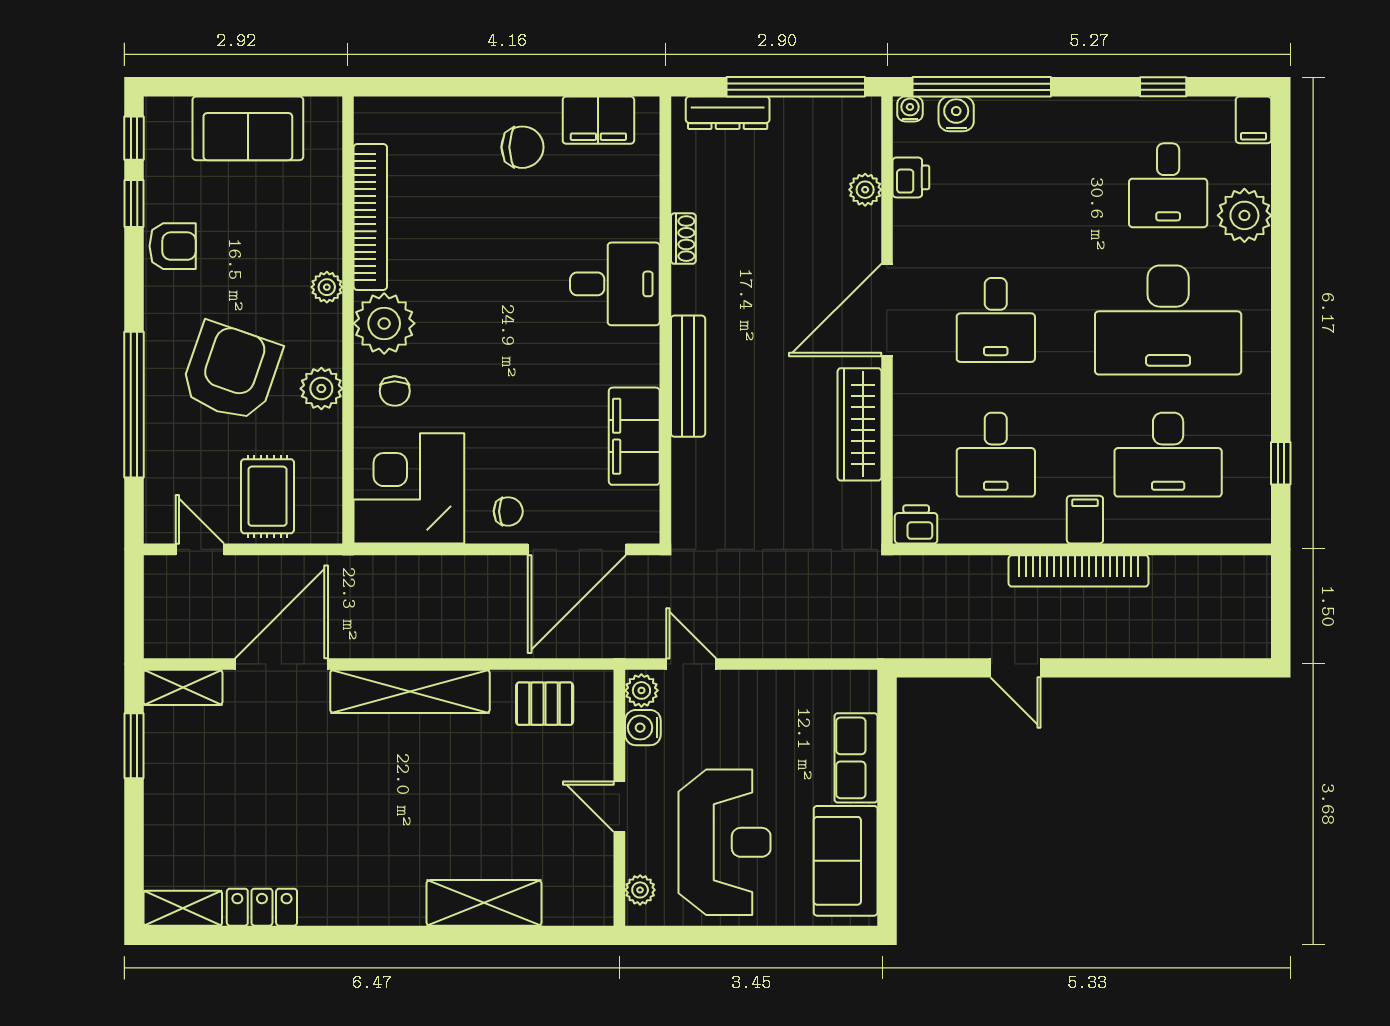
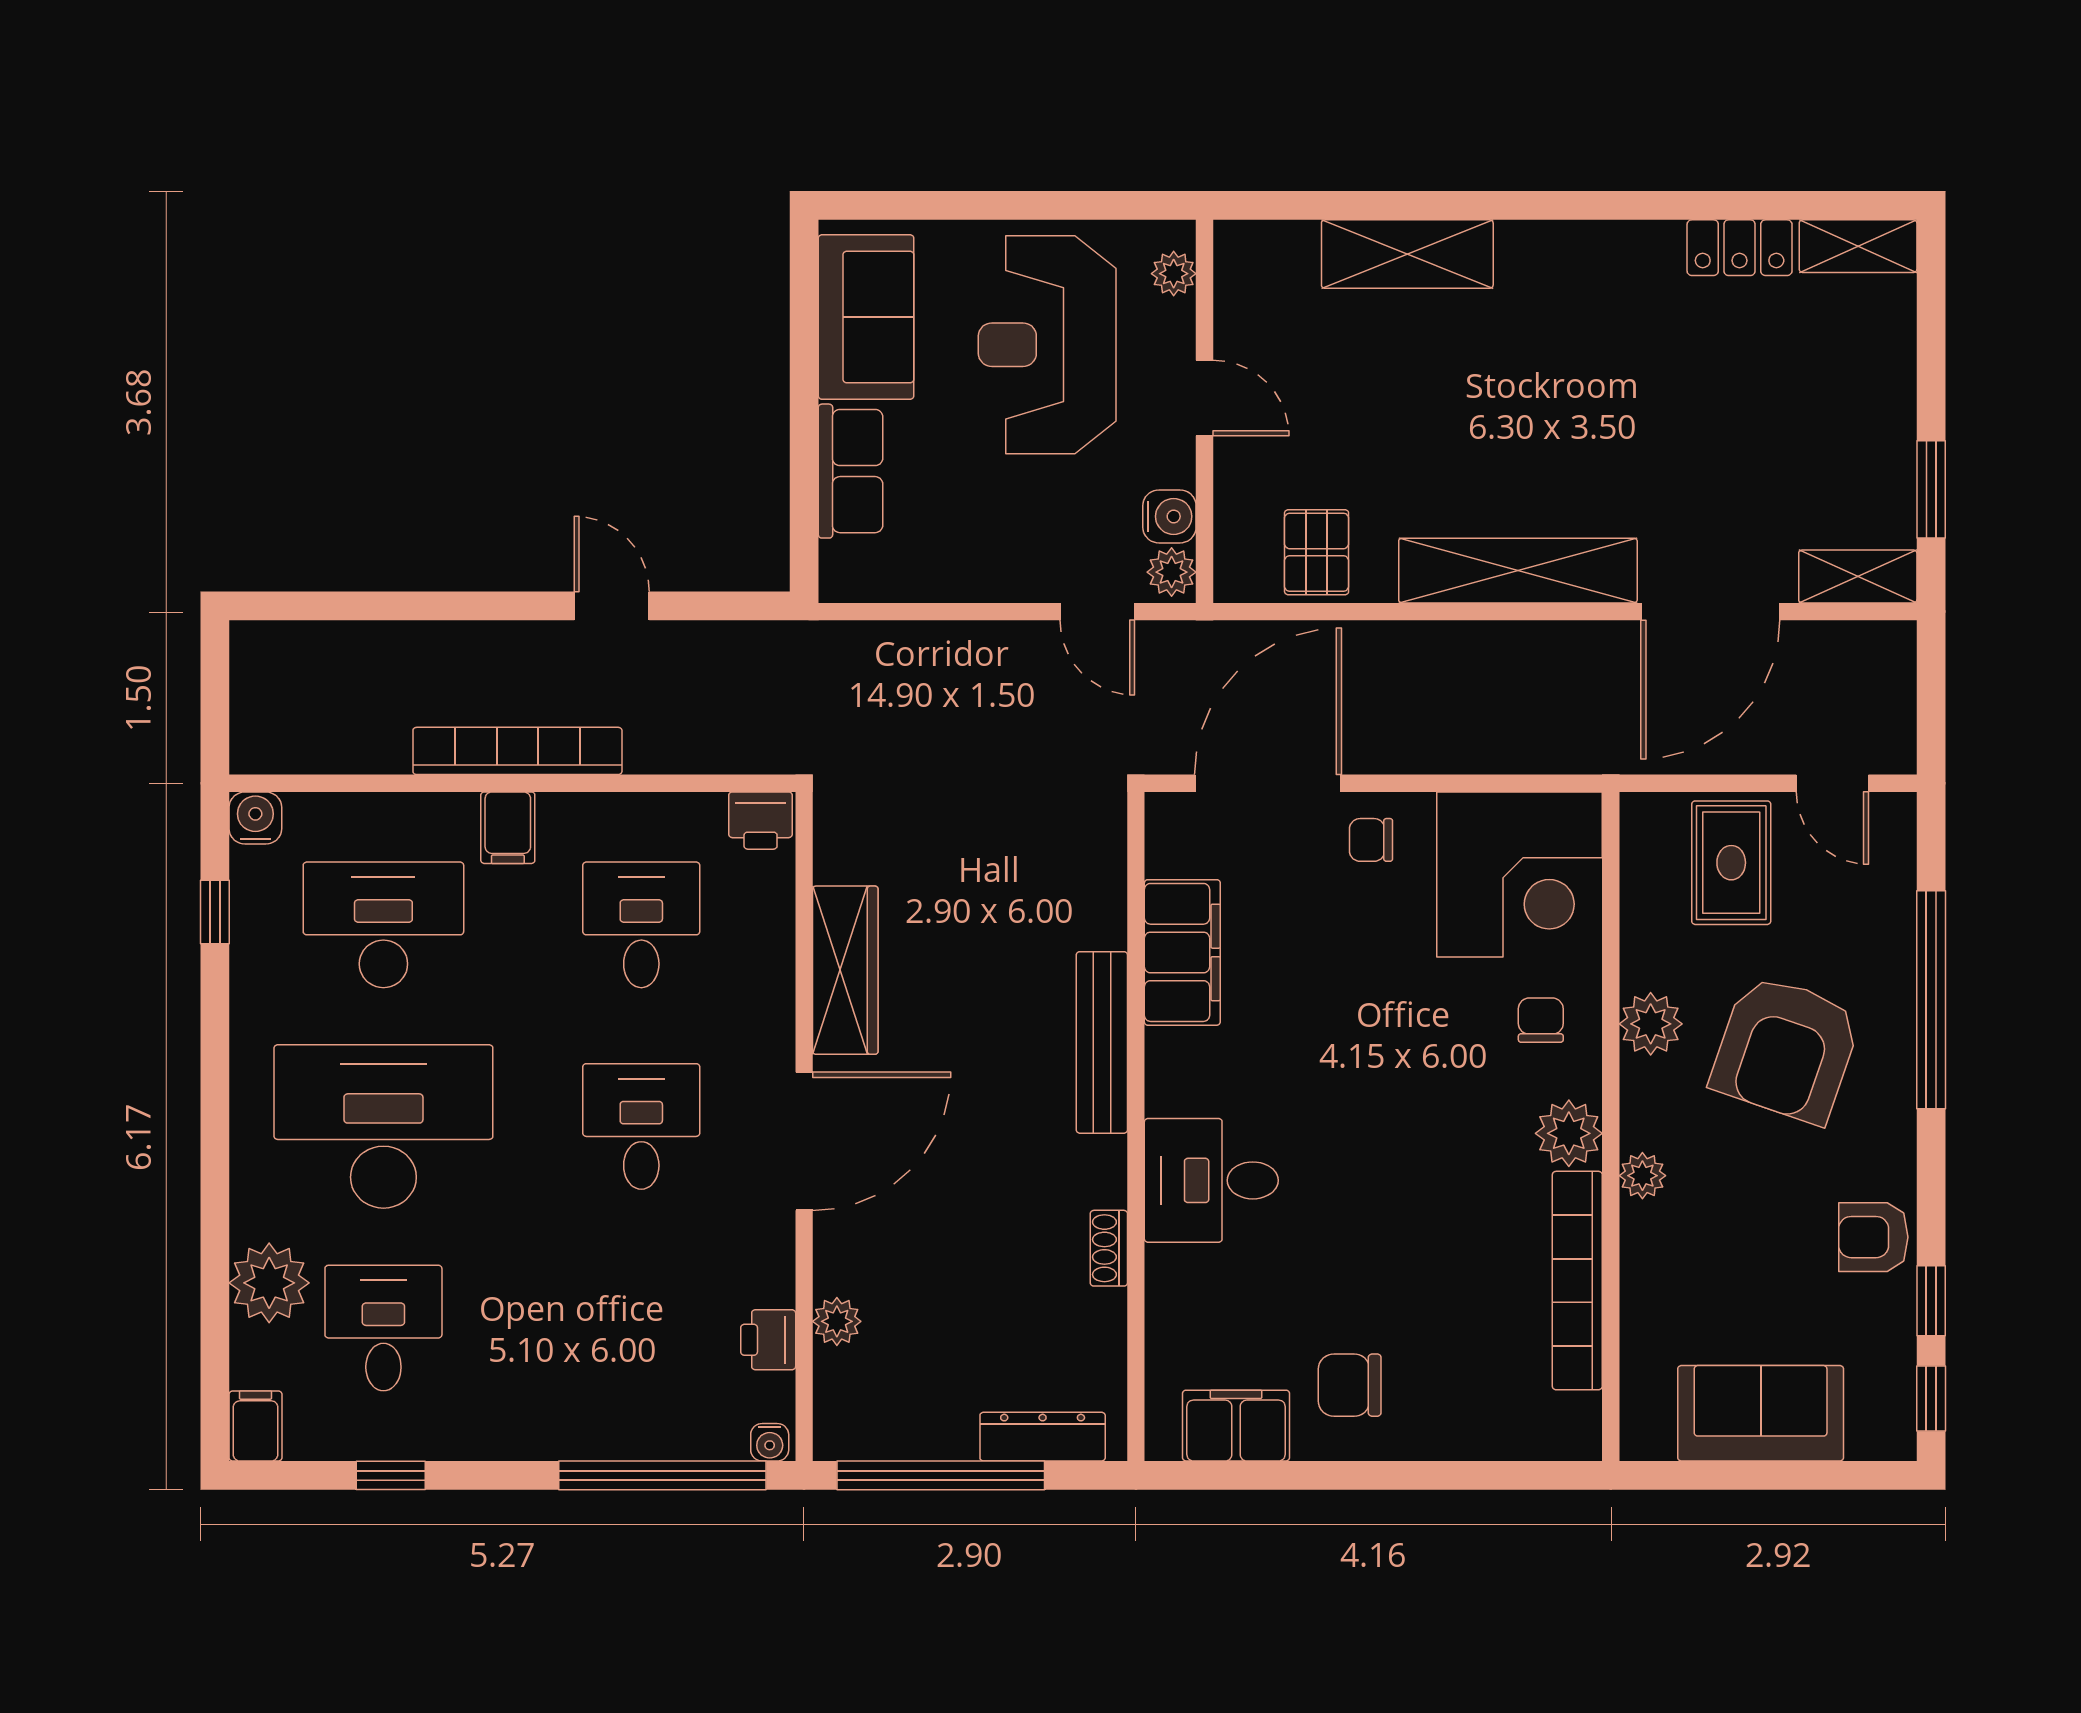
water cooler: (956, 114) -> (255, 818), moved, turned 180
plant: (384, 323) -> (1569, 1133), width x0.73, depth x0.73
pallet: (545, 704) -> (1317, 552), turned 90

